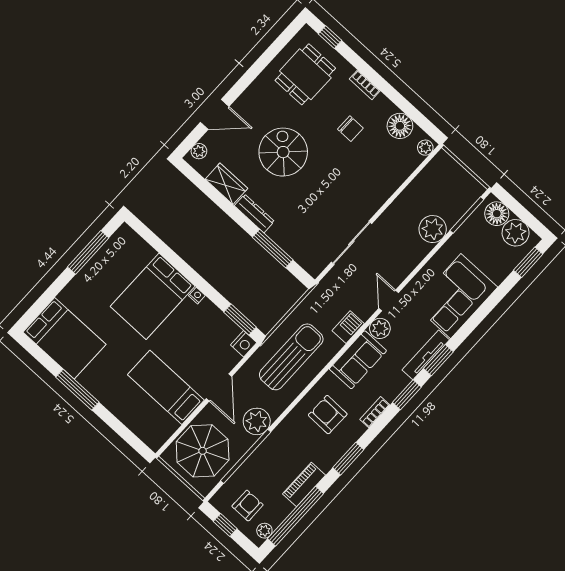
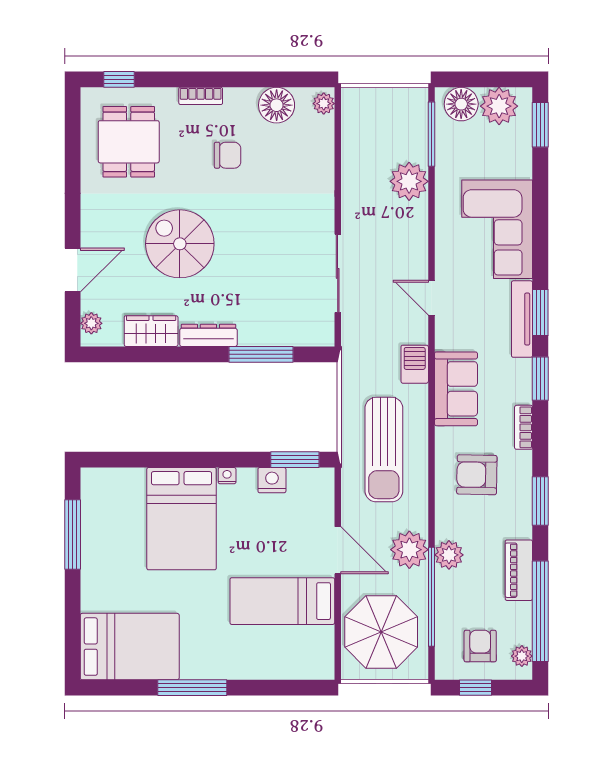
plant: (380, 328) -> (449, 555), moved
nightstand: (244, 344) -> (272, 480), moved, turned -90
sun lounger: (291, 357) -> (384, 450), turned 180

